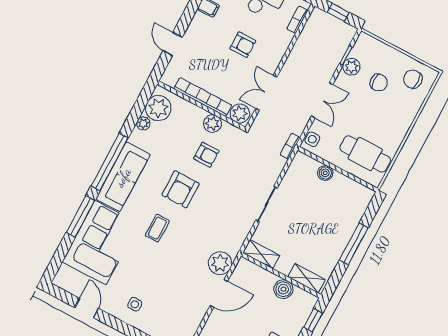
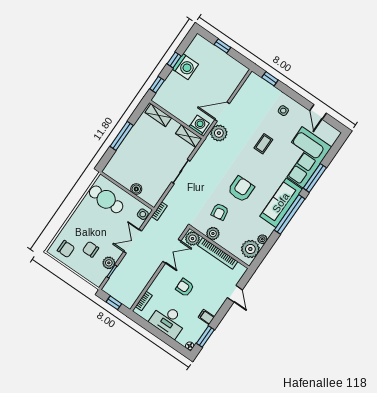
armchair: (206, 155) -> (220, 212), turned -99
coffee table: (157, 228) -> (263, 144), moved
washing machine: (248, 271) -> (199, 125), added
boiler: (283, 289) -> (176, 109), removed

